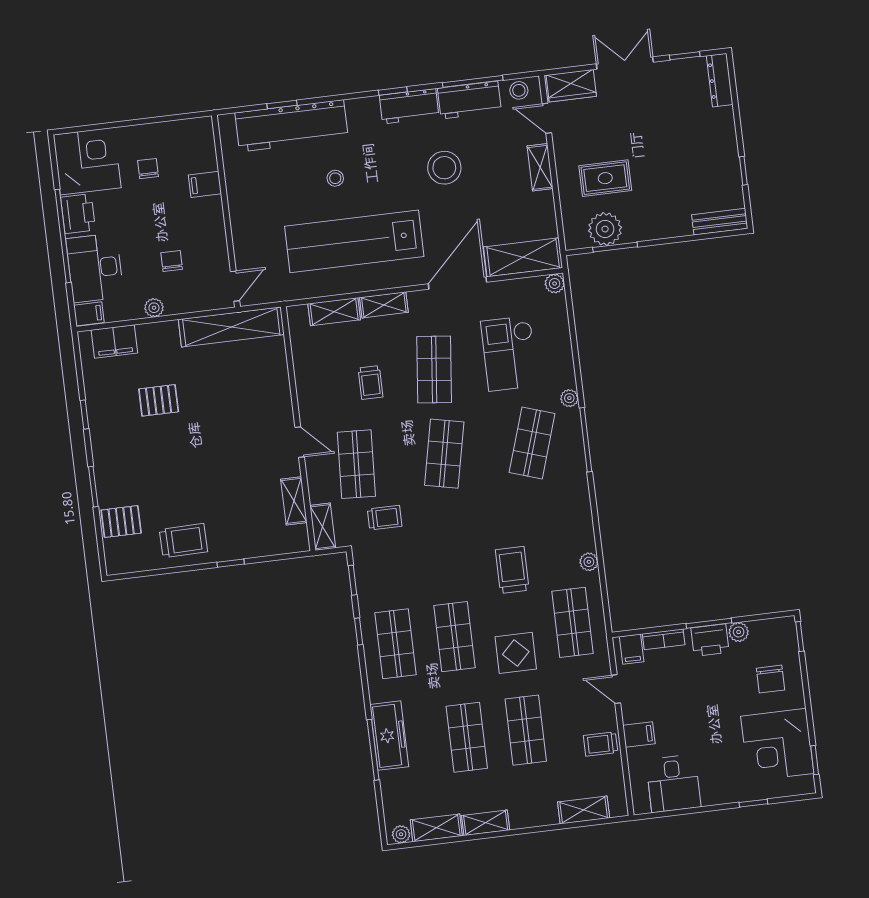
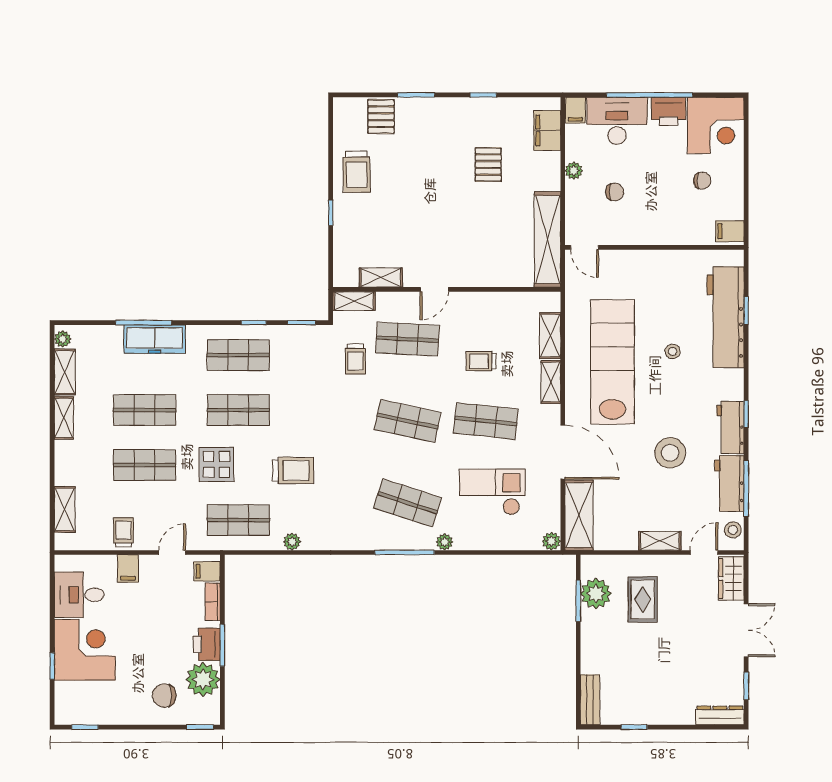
filing cabinet: (205, 184) -> (730, 231), moved, turned -90
plant: (739, 632) -> (203, 679), width x1.88, depth x1.88
corner desk: (777, 745) -> (85, 650), moved, turned 90

